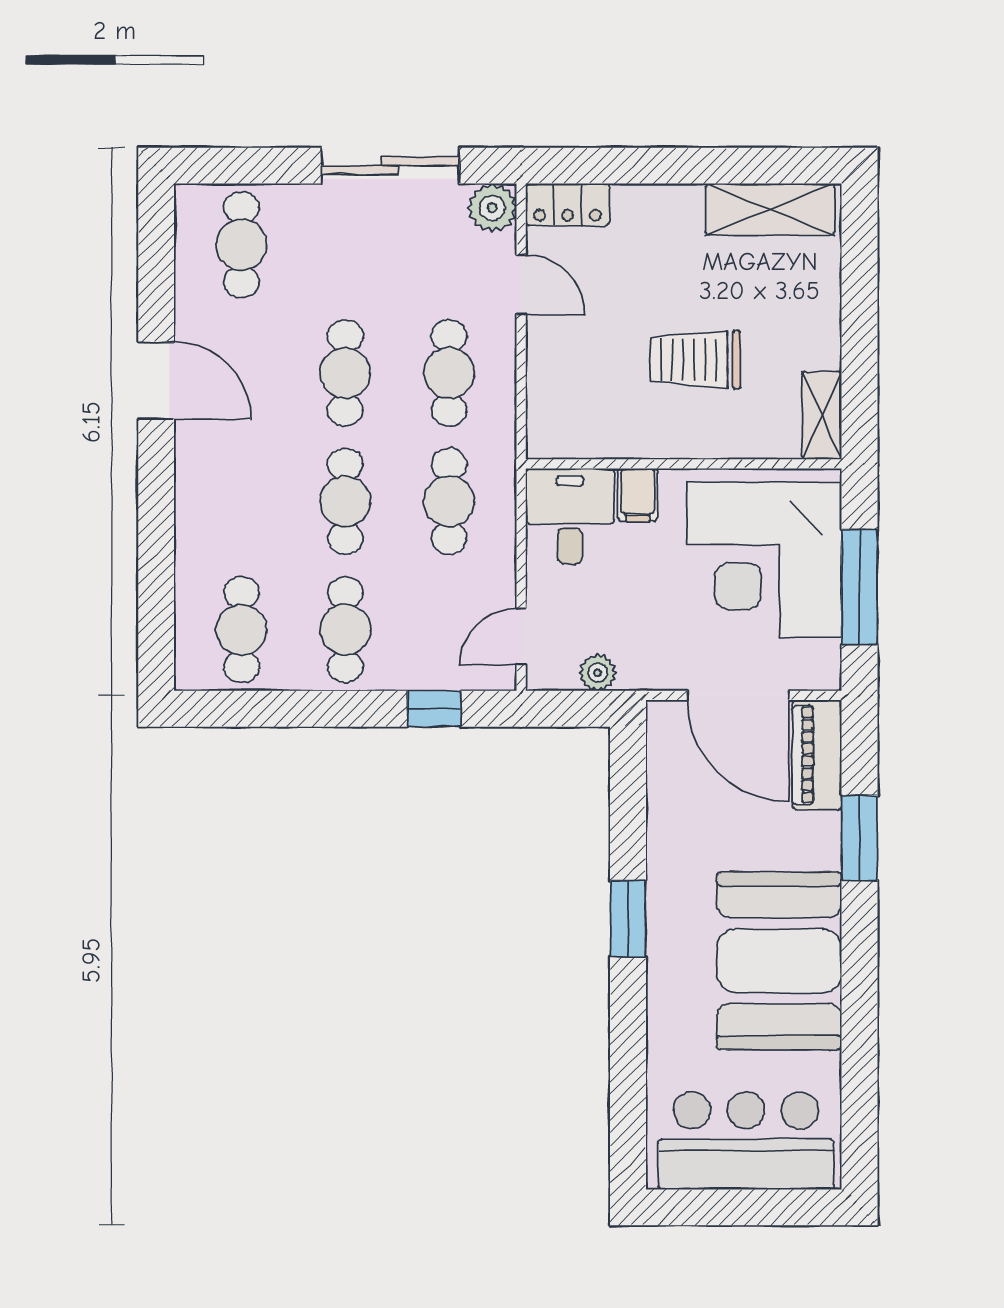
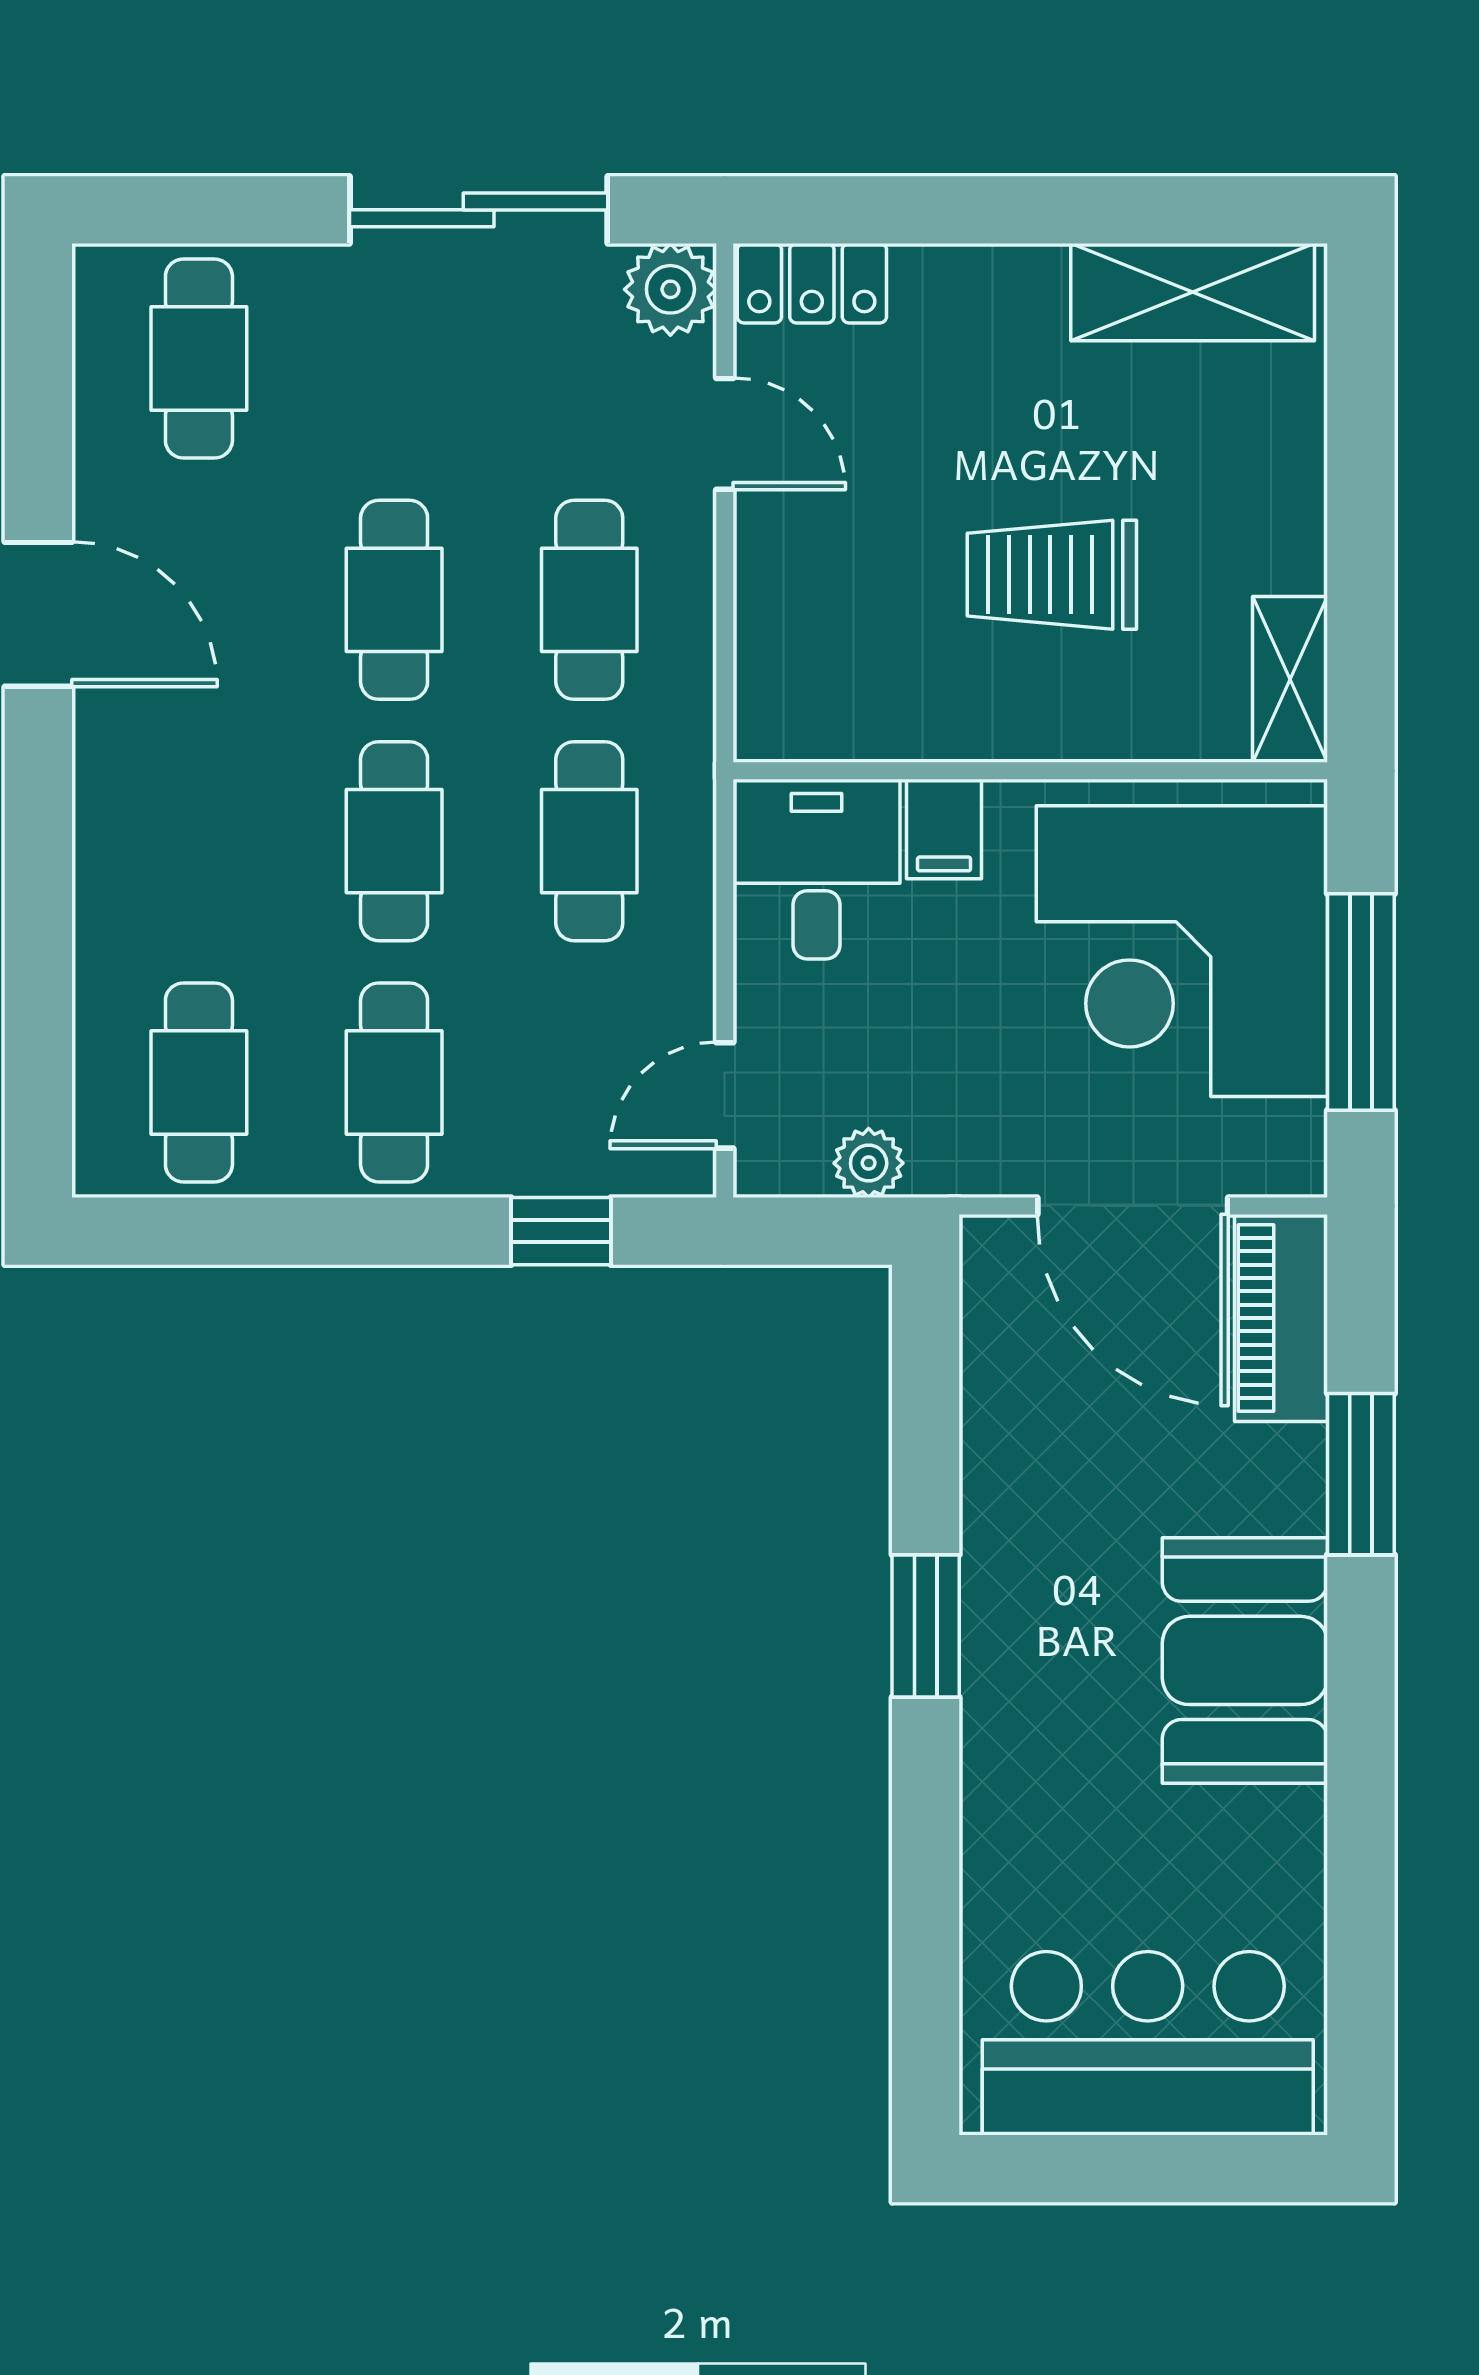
booth: (779, 961) -> (1245, 1660), width x0.73, depth x0.70

